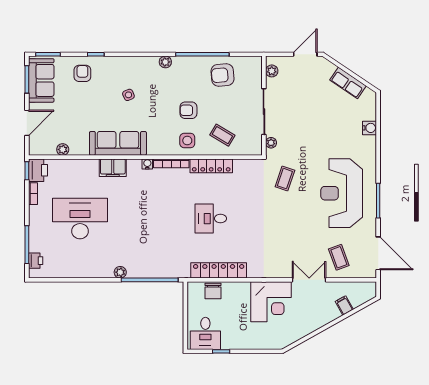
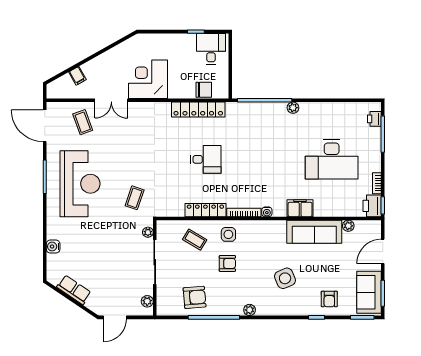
side table: (128, 95) -> (285, 278), width x1.87, depth x1.87
sofa: (118, 143) -> (314, 232), moved
chair: (213, 291) -> (204, 90), turned 90

